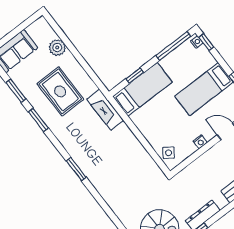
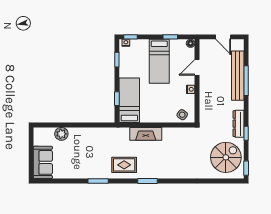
window: (173, 46) -> (117, 60), width x0.46
window: (16, 91) -> (69, 181), removed
rug: (60, 91) -> (124, 165), moved, width x0.73, depth x0.70
fireplace: (105, 110) -> (146, 134), moved

